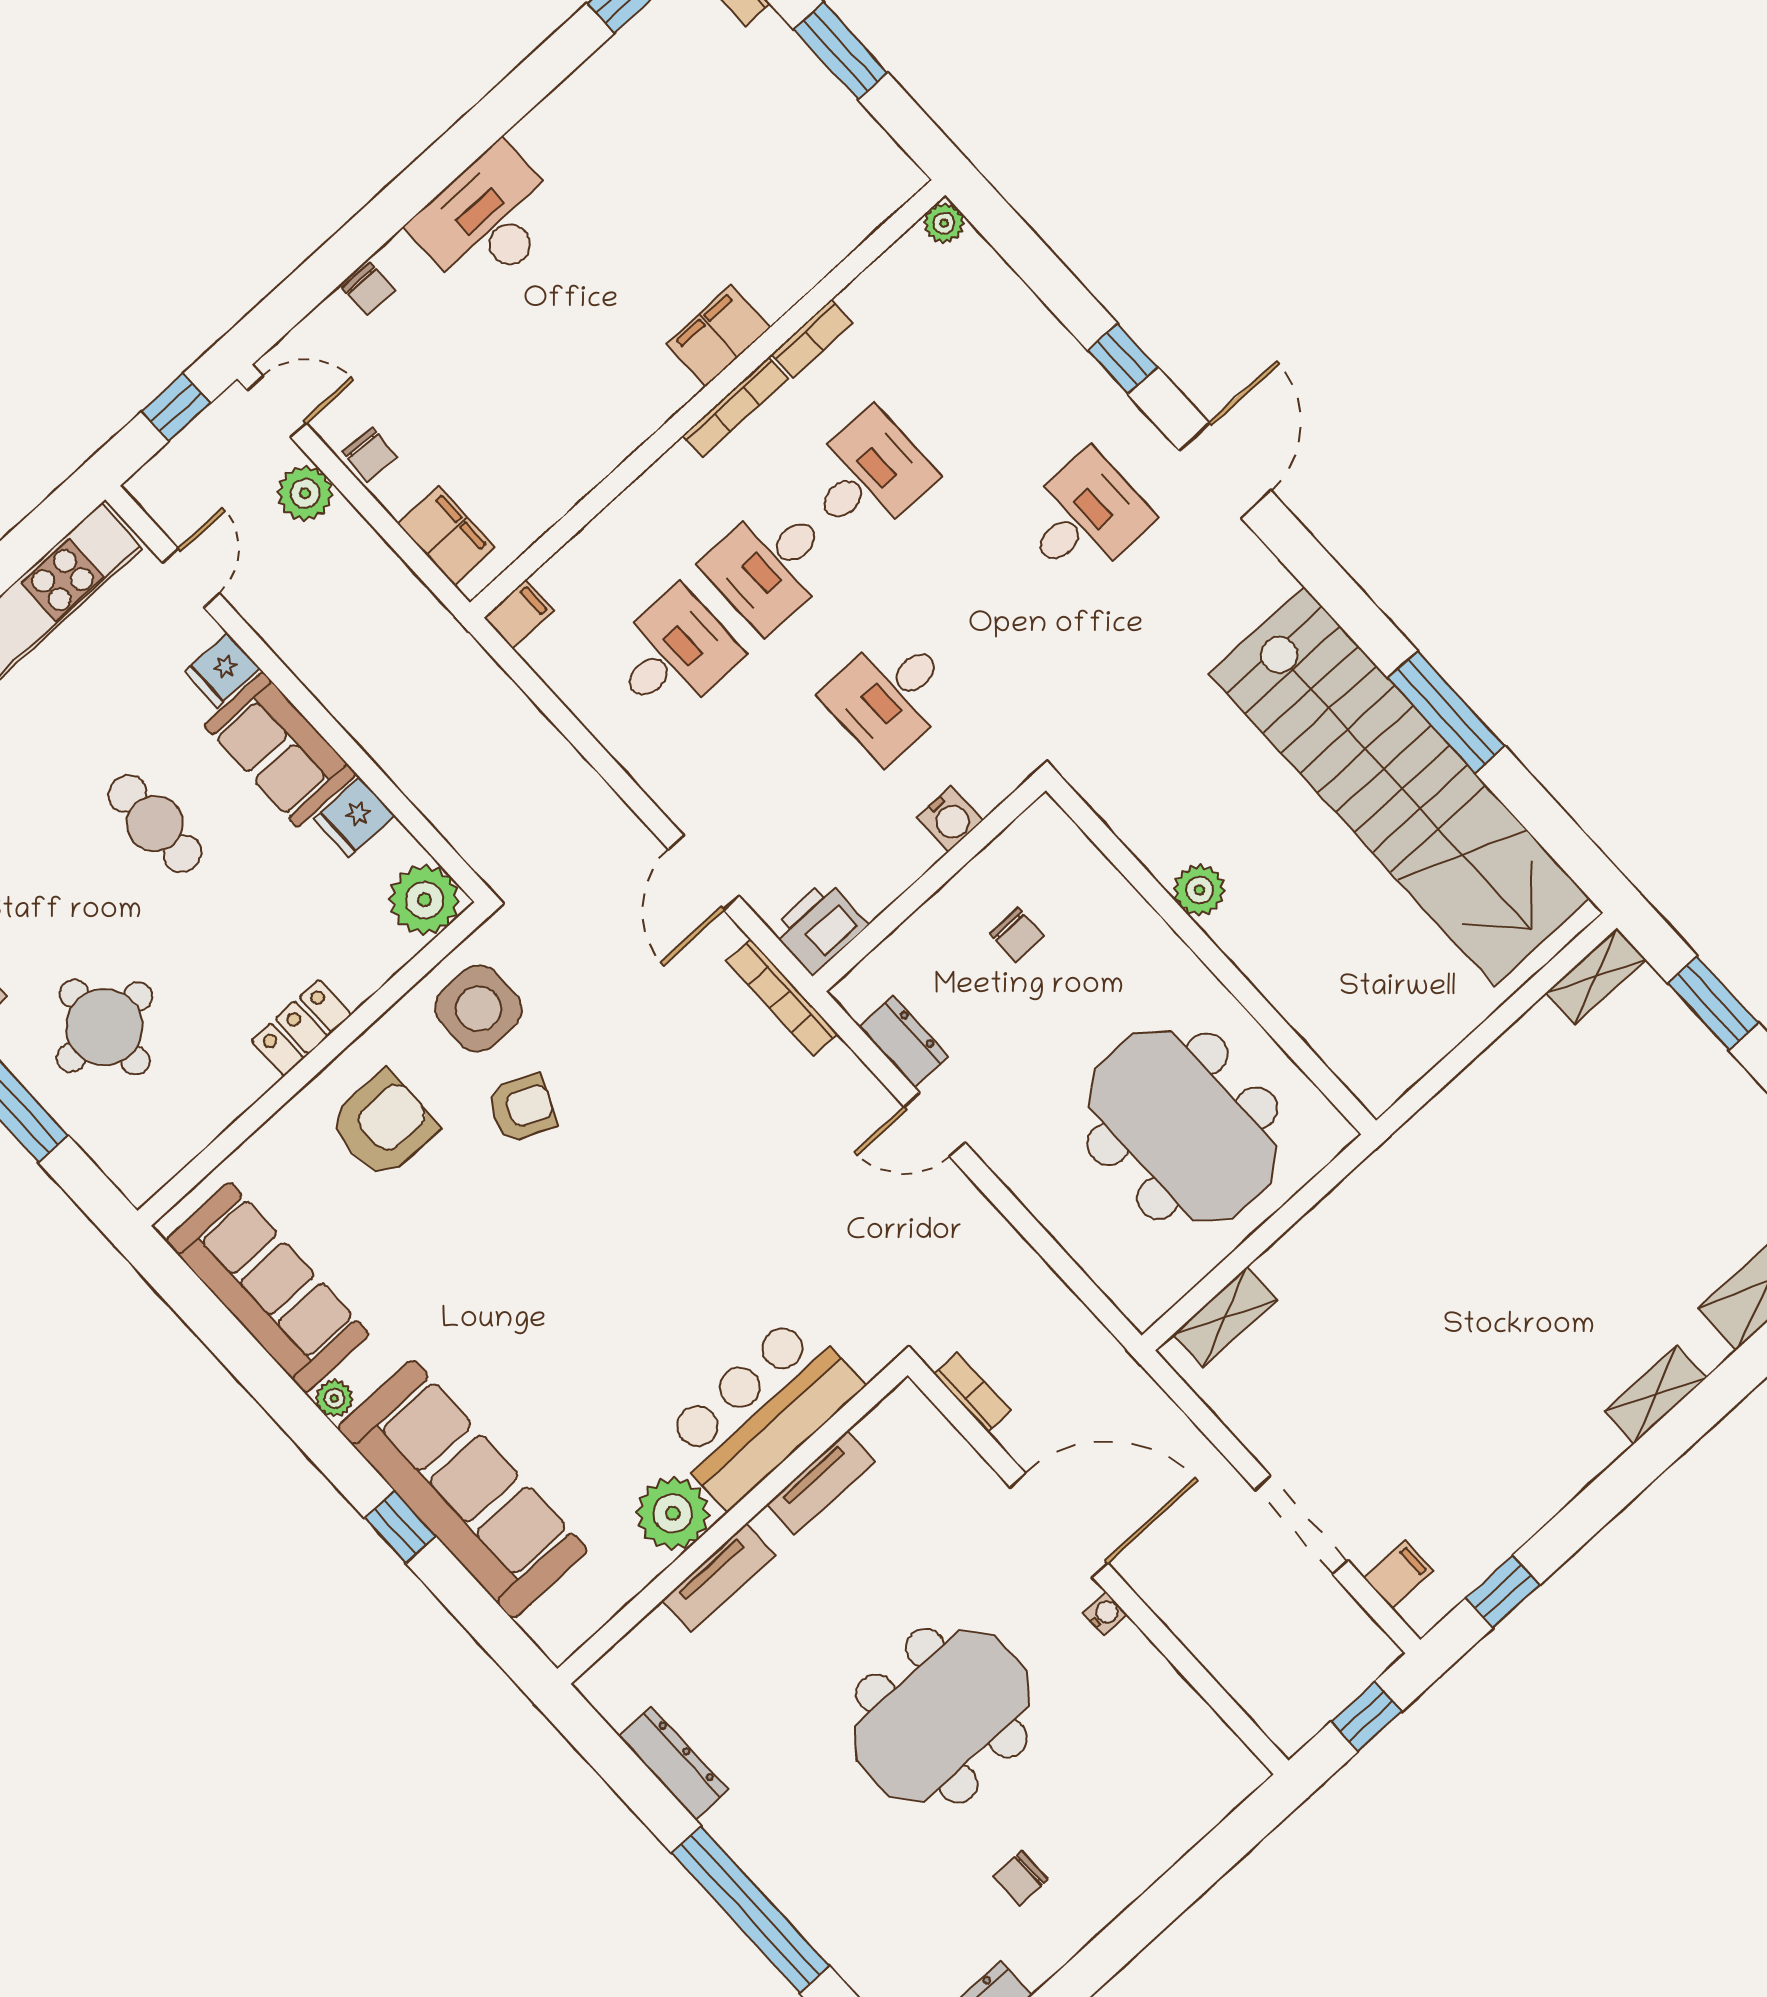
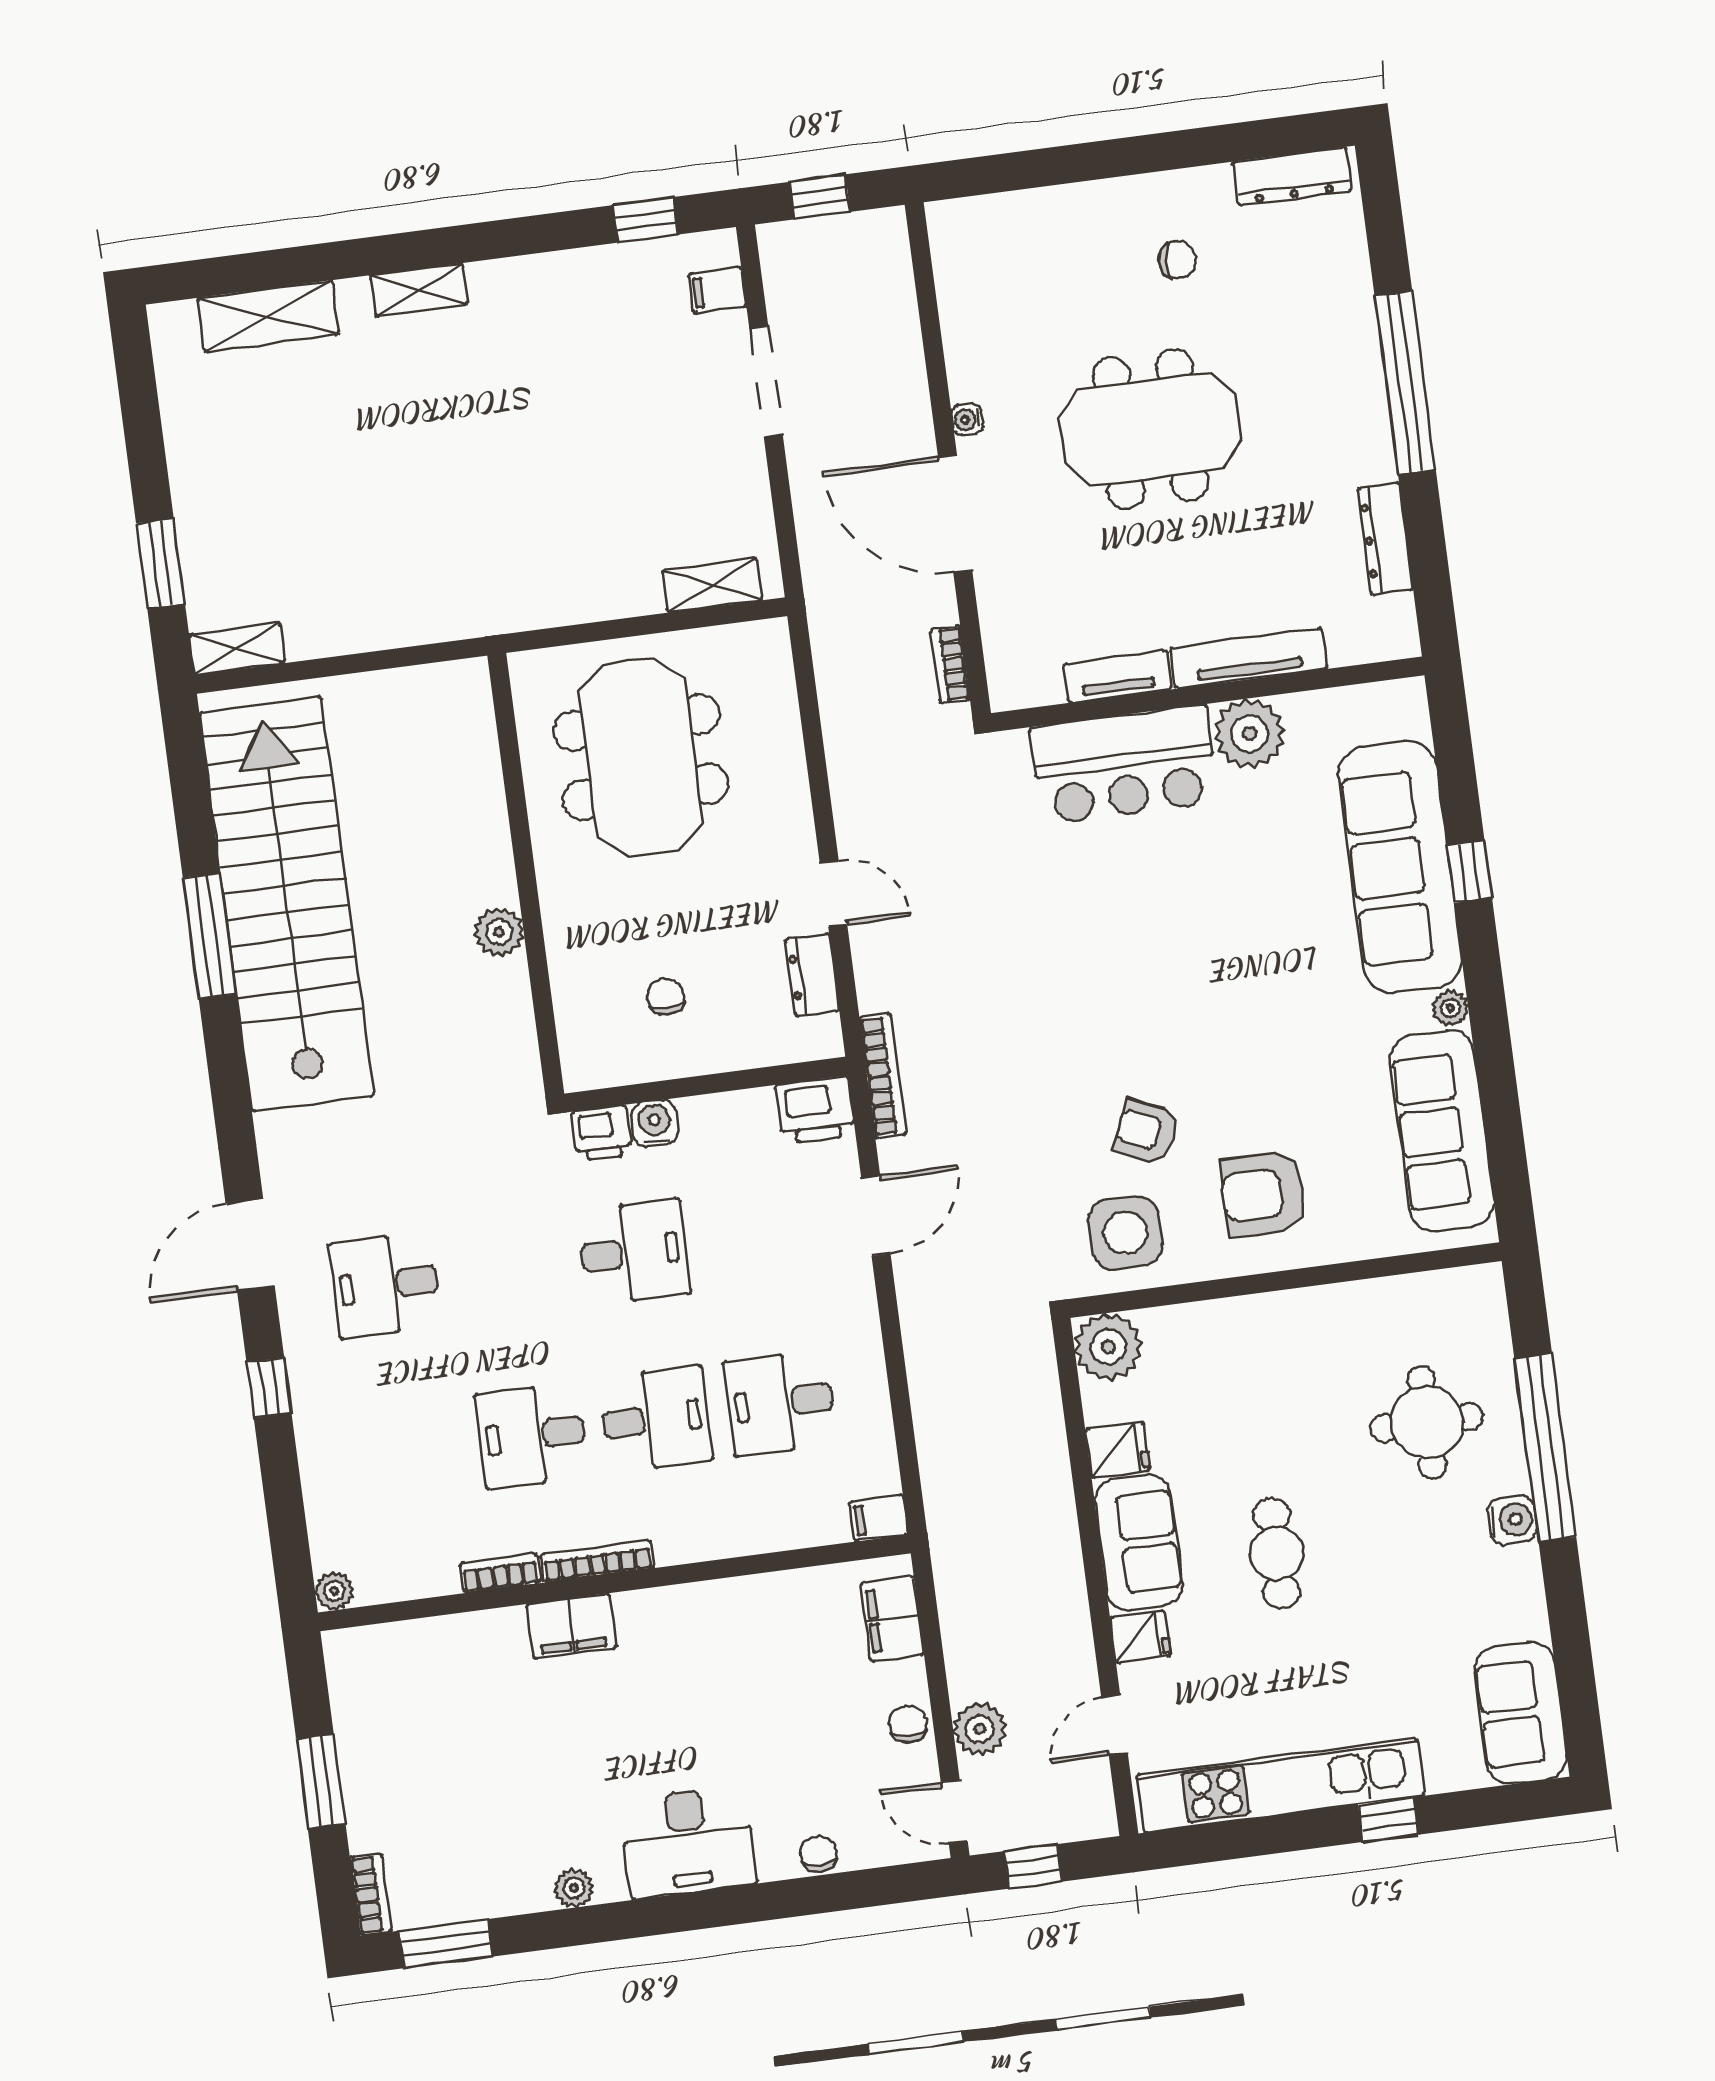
plant: (558, 112) -> (574, 1888), added
printer: (990, 778) -> (602, 1133), added
locker: (301, 1028) -> (1274, 1315), removed
tv unit: (719, 1578) -> (1249, 658), width x1.41

